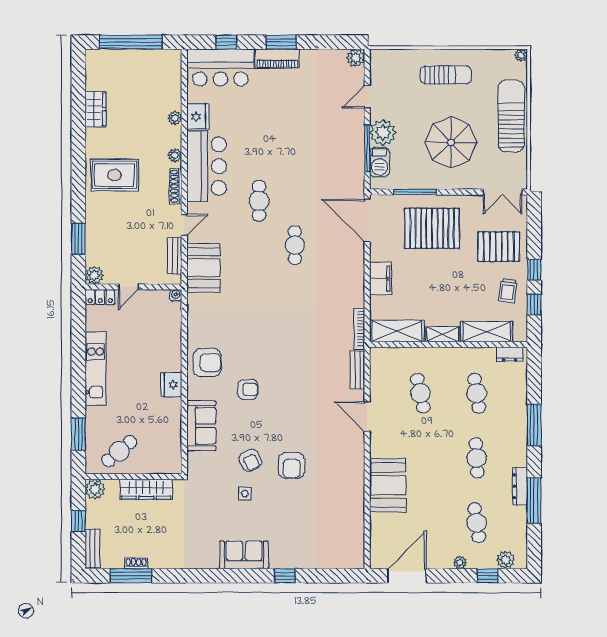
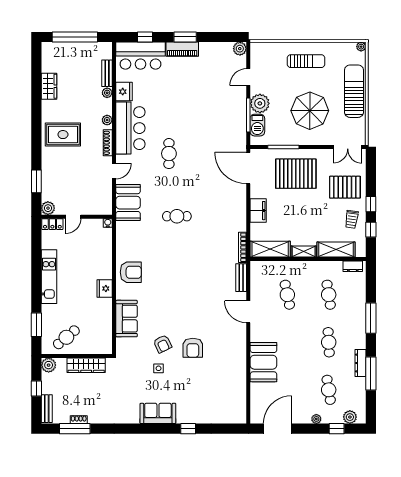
cafe table: (295, 245) -> (177, 216), moved, turned 90
bench: (175, 256) -> (107, 73), moved
armchair: (248, 389) -> (161, 292), removed

